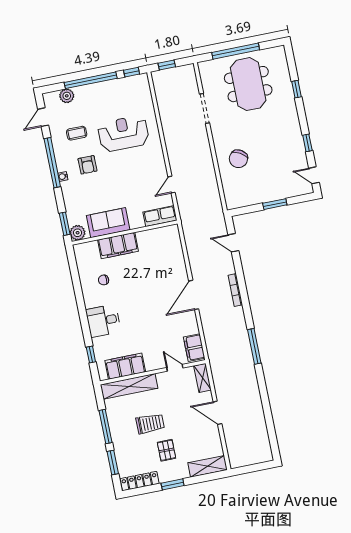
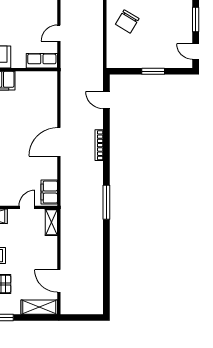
window: (307, 143) -> (196, 20), width x1.50
door: (175, 368) -> (27, 207), hinge flipped
door: (217, 413) -> (59, 281), moved

